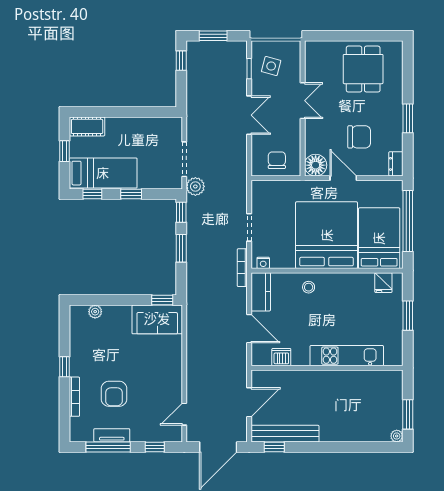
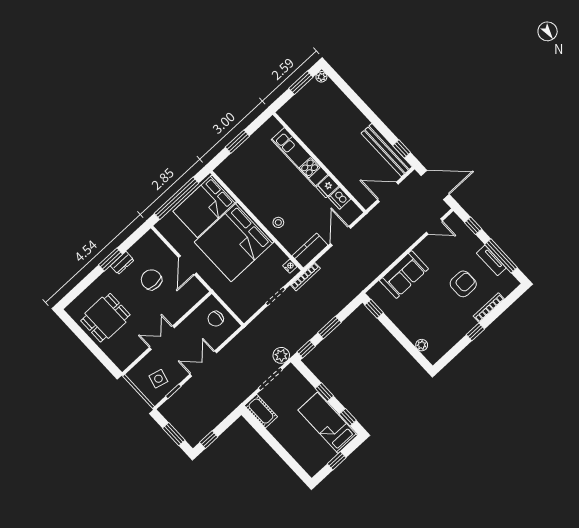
cot: (87, 126) -> (261, 411), moved
dresser: (396, 164) -> (122, 263), moved
floor lamp: (316, 165) -> (196, 291), removed
fridge: (383, 283) -> (327, 187), moved, turned 180
sofa: (157, 319) -> (404, 275), moved, turned 90

